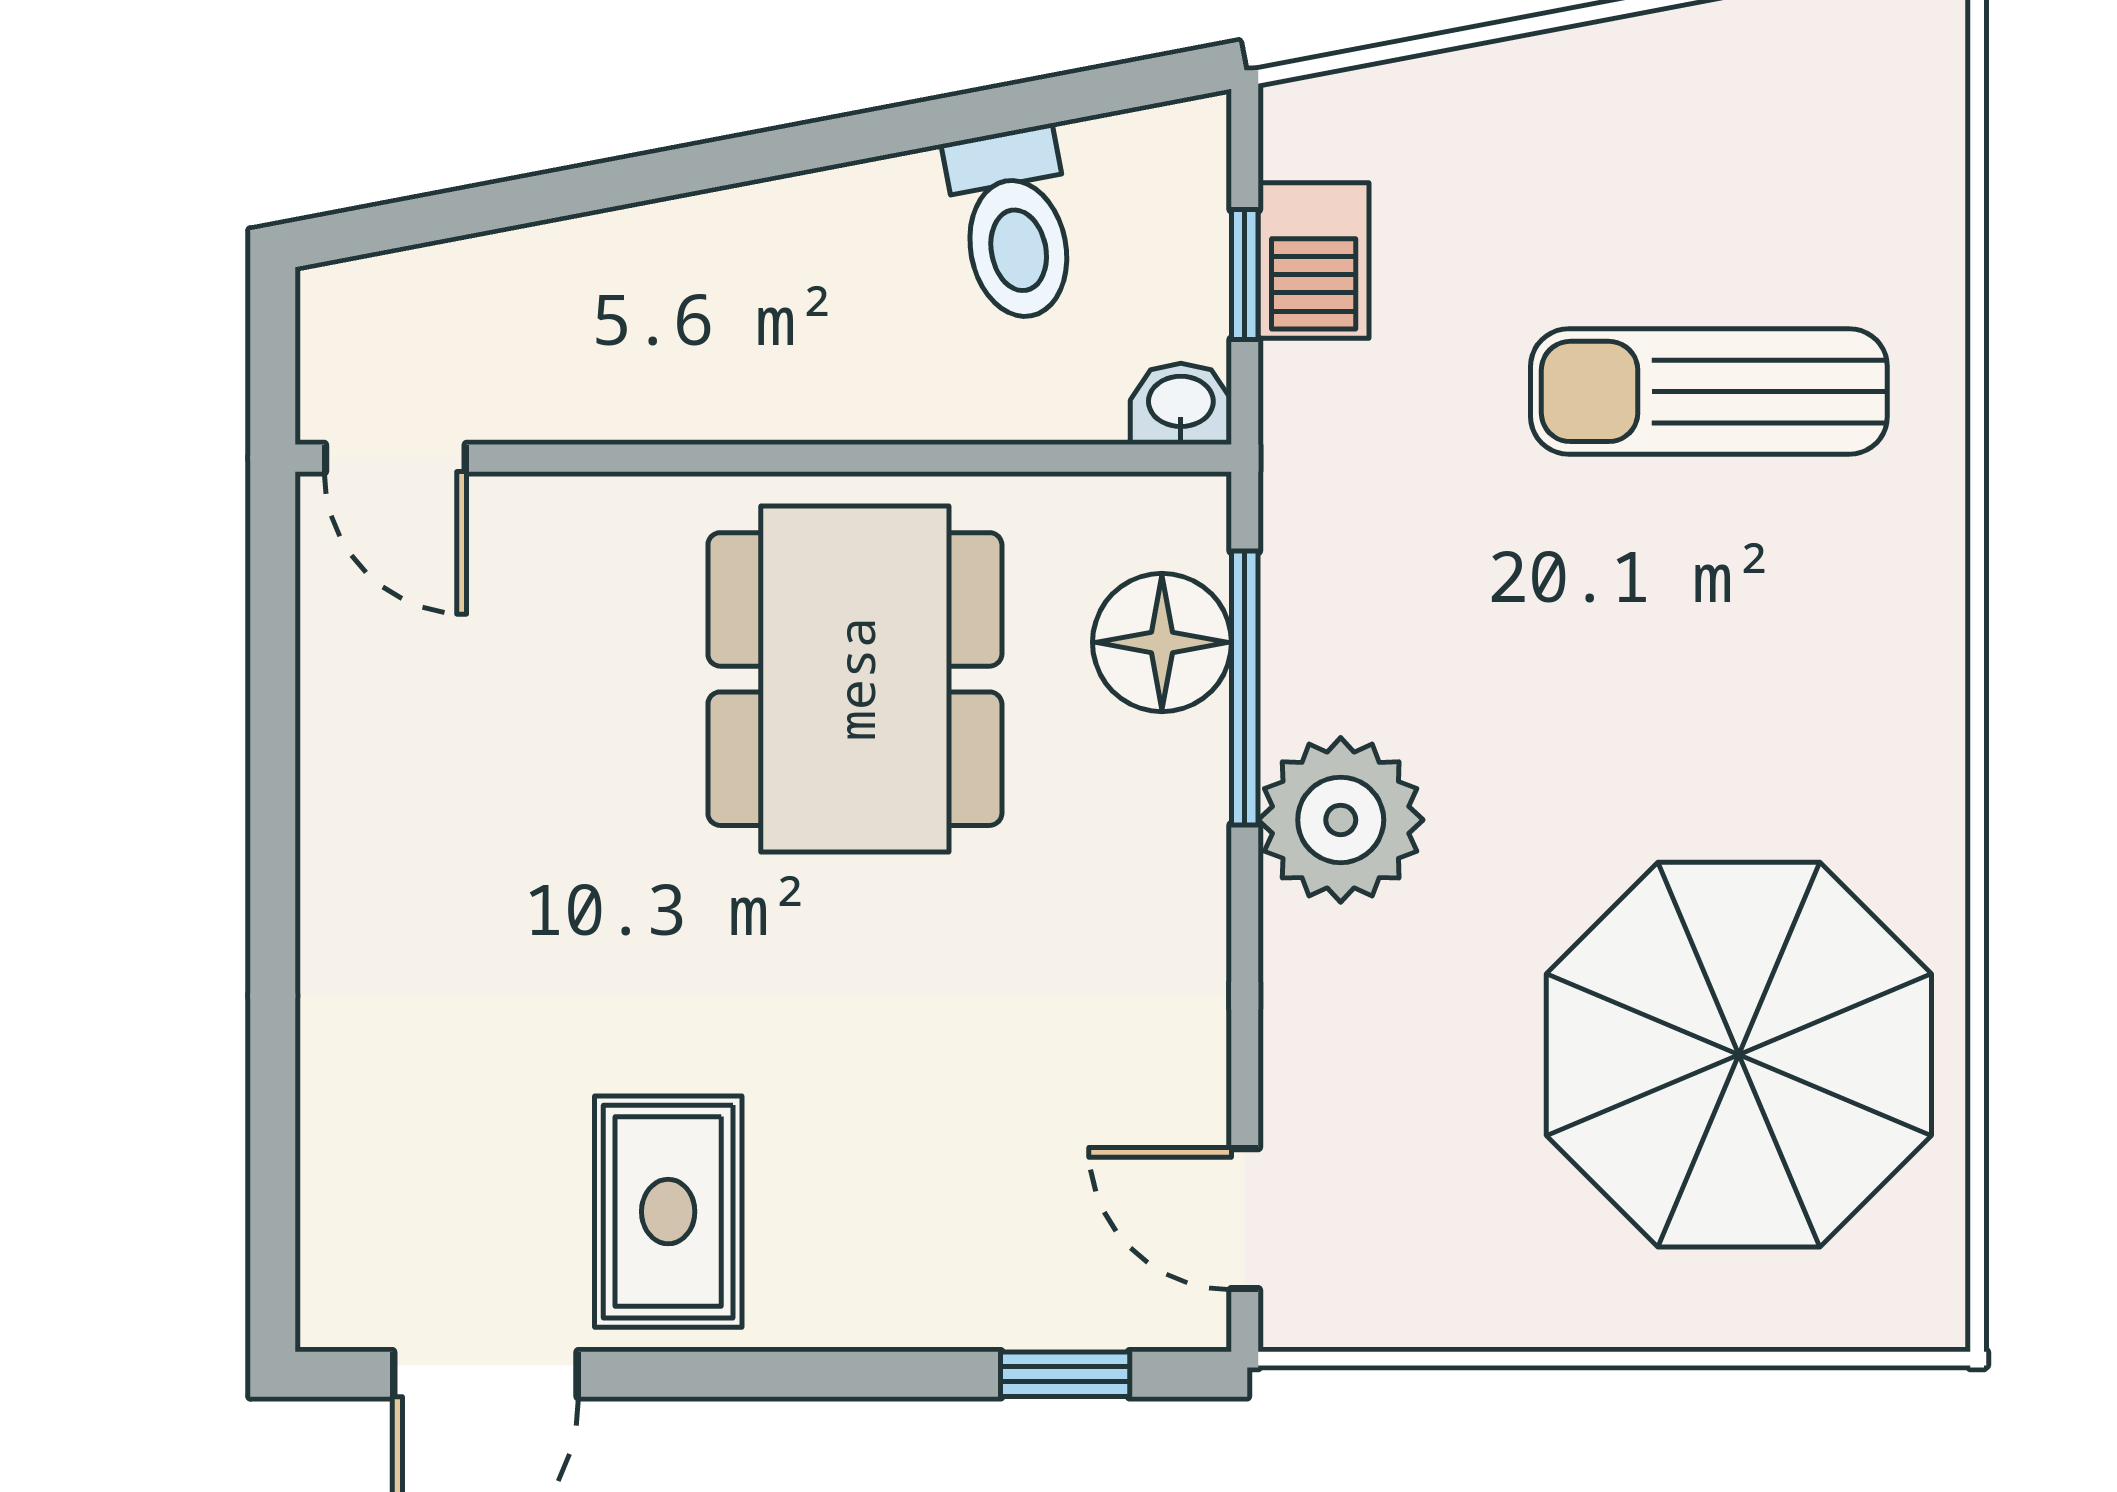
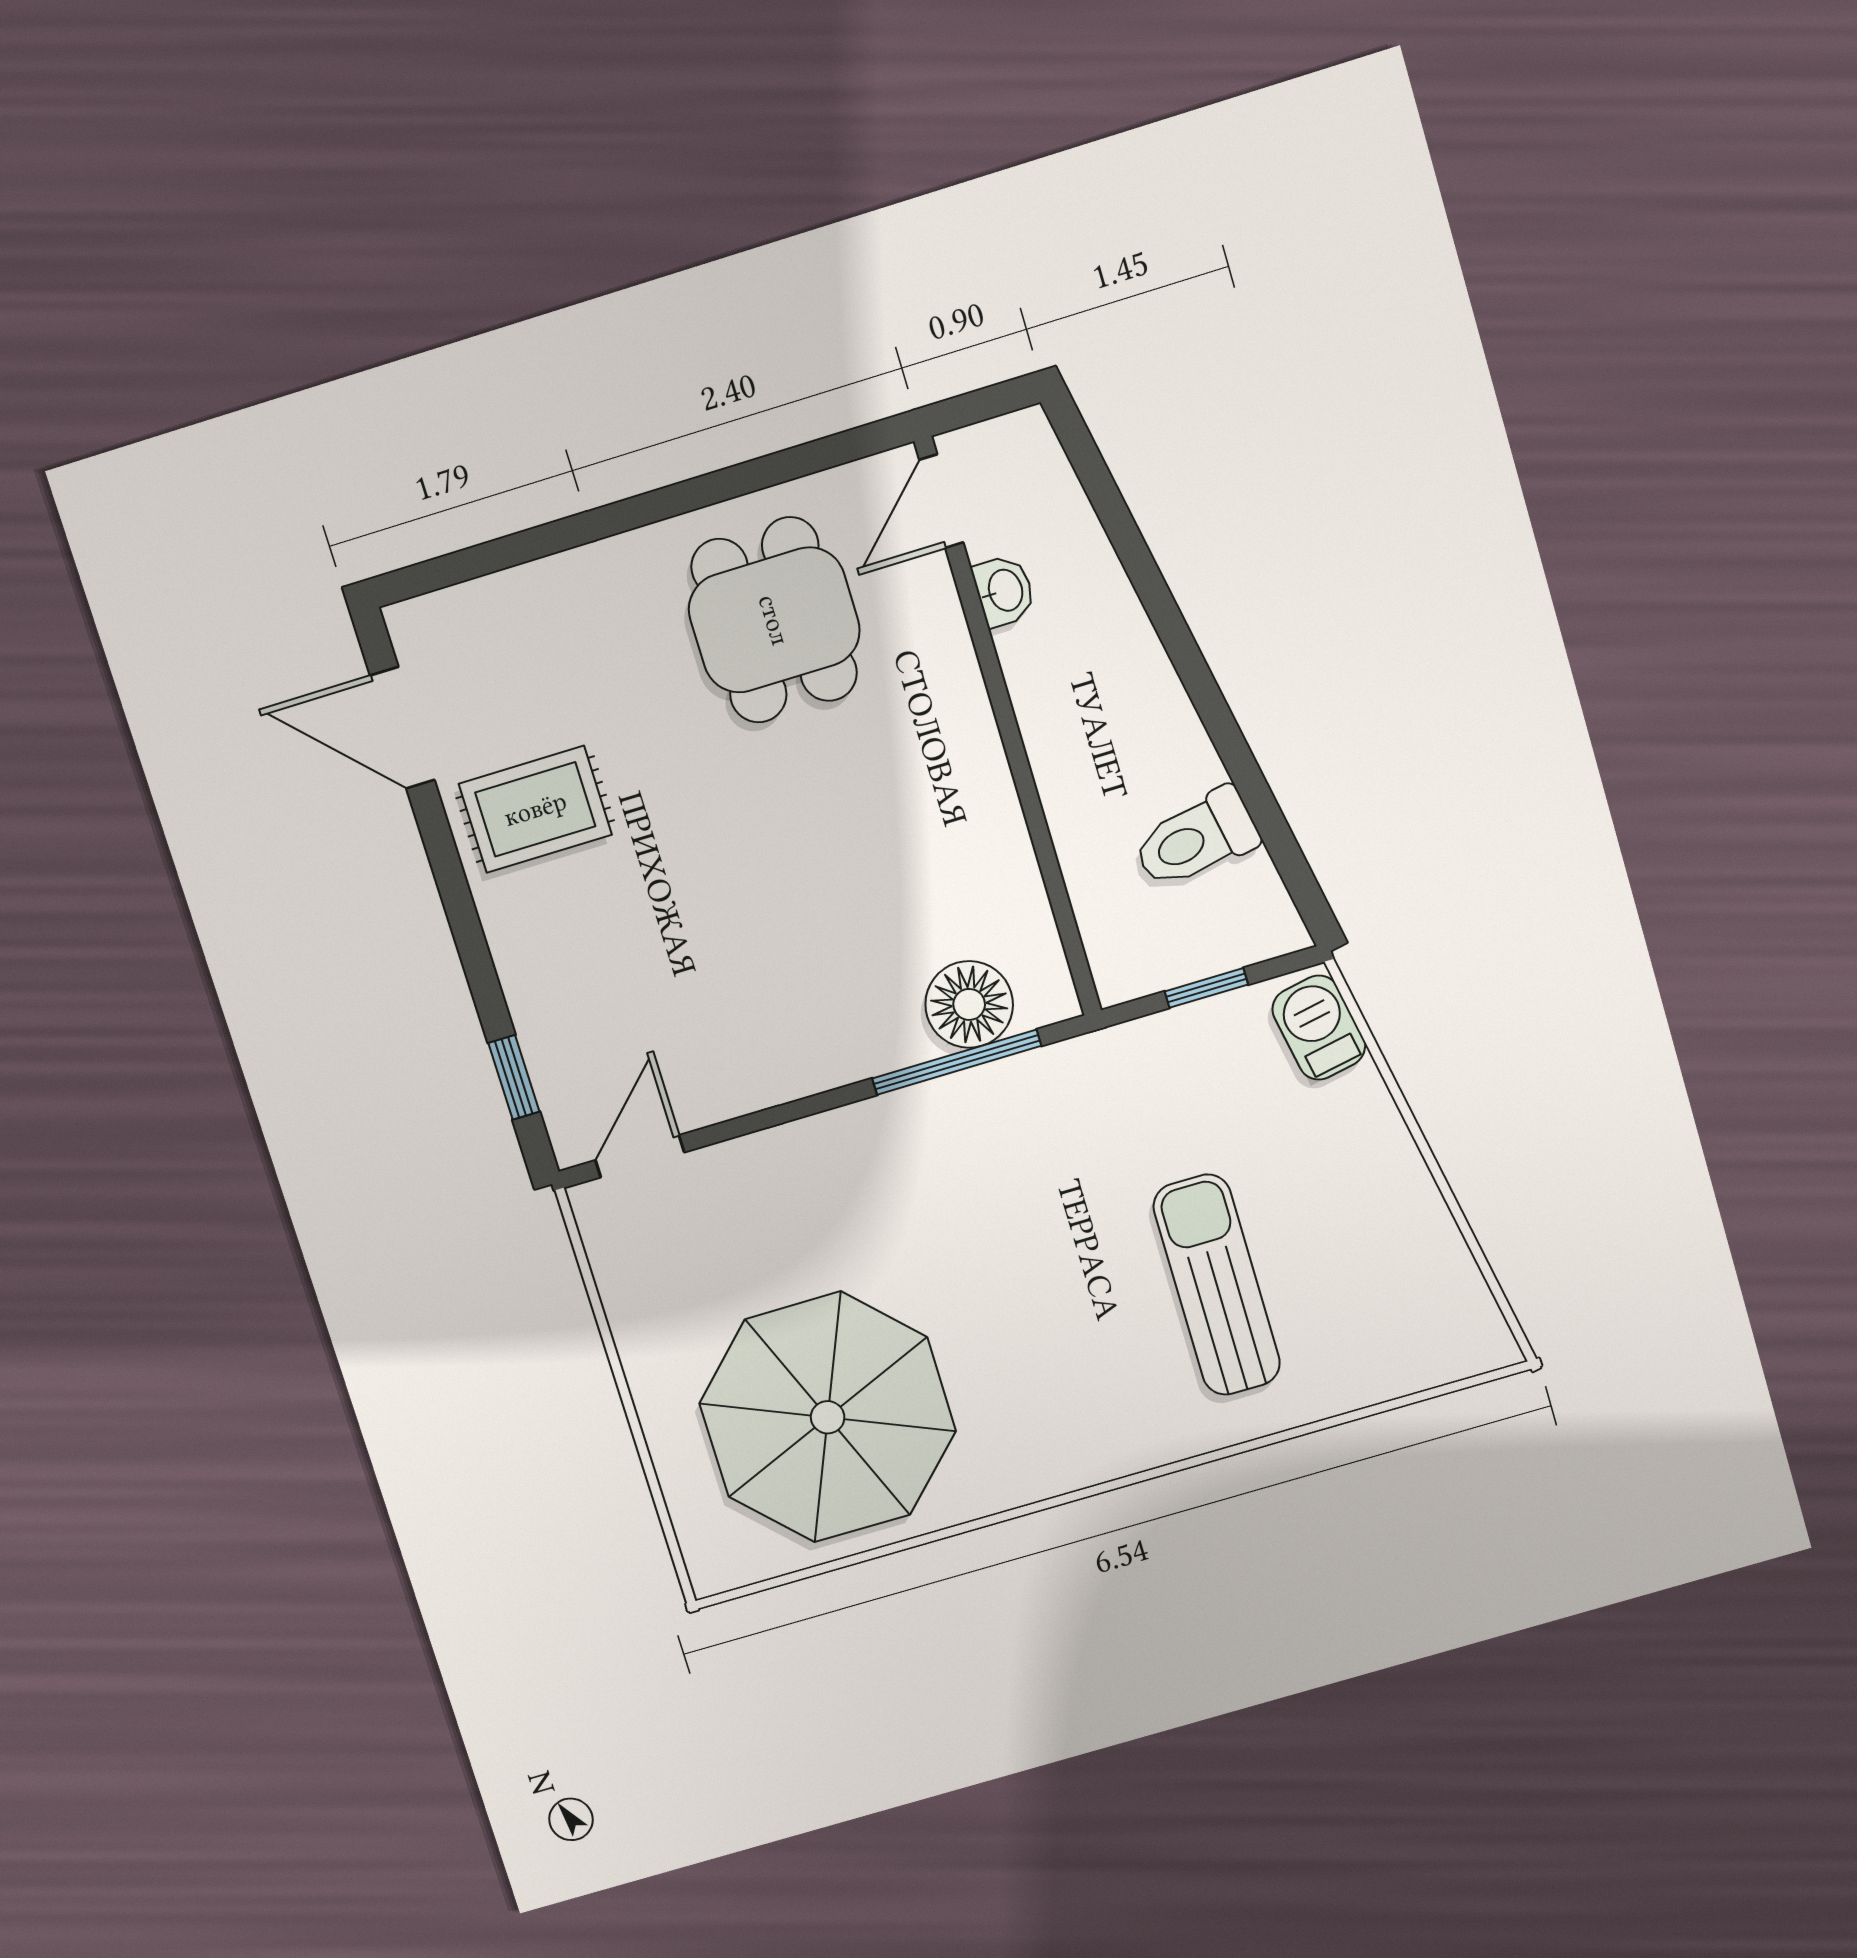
barbecue: (1314, 260) -> (1319, 1028), moved, turned 79
washbasin: (1181, 404) -> (1004, 591), moved
dining table: (855, 679) -> (774, 620), moved, width x0.73
plant: (1341, 820) -> (895, 1143), removed

